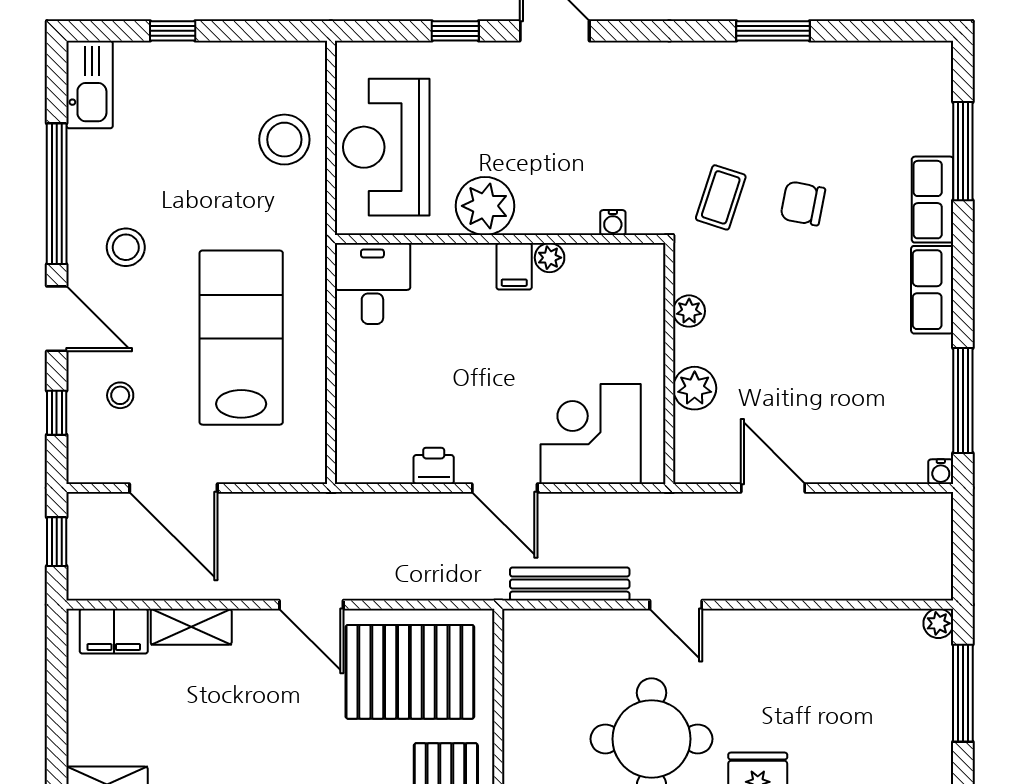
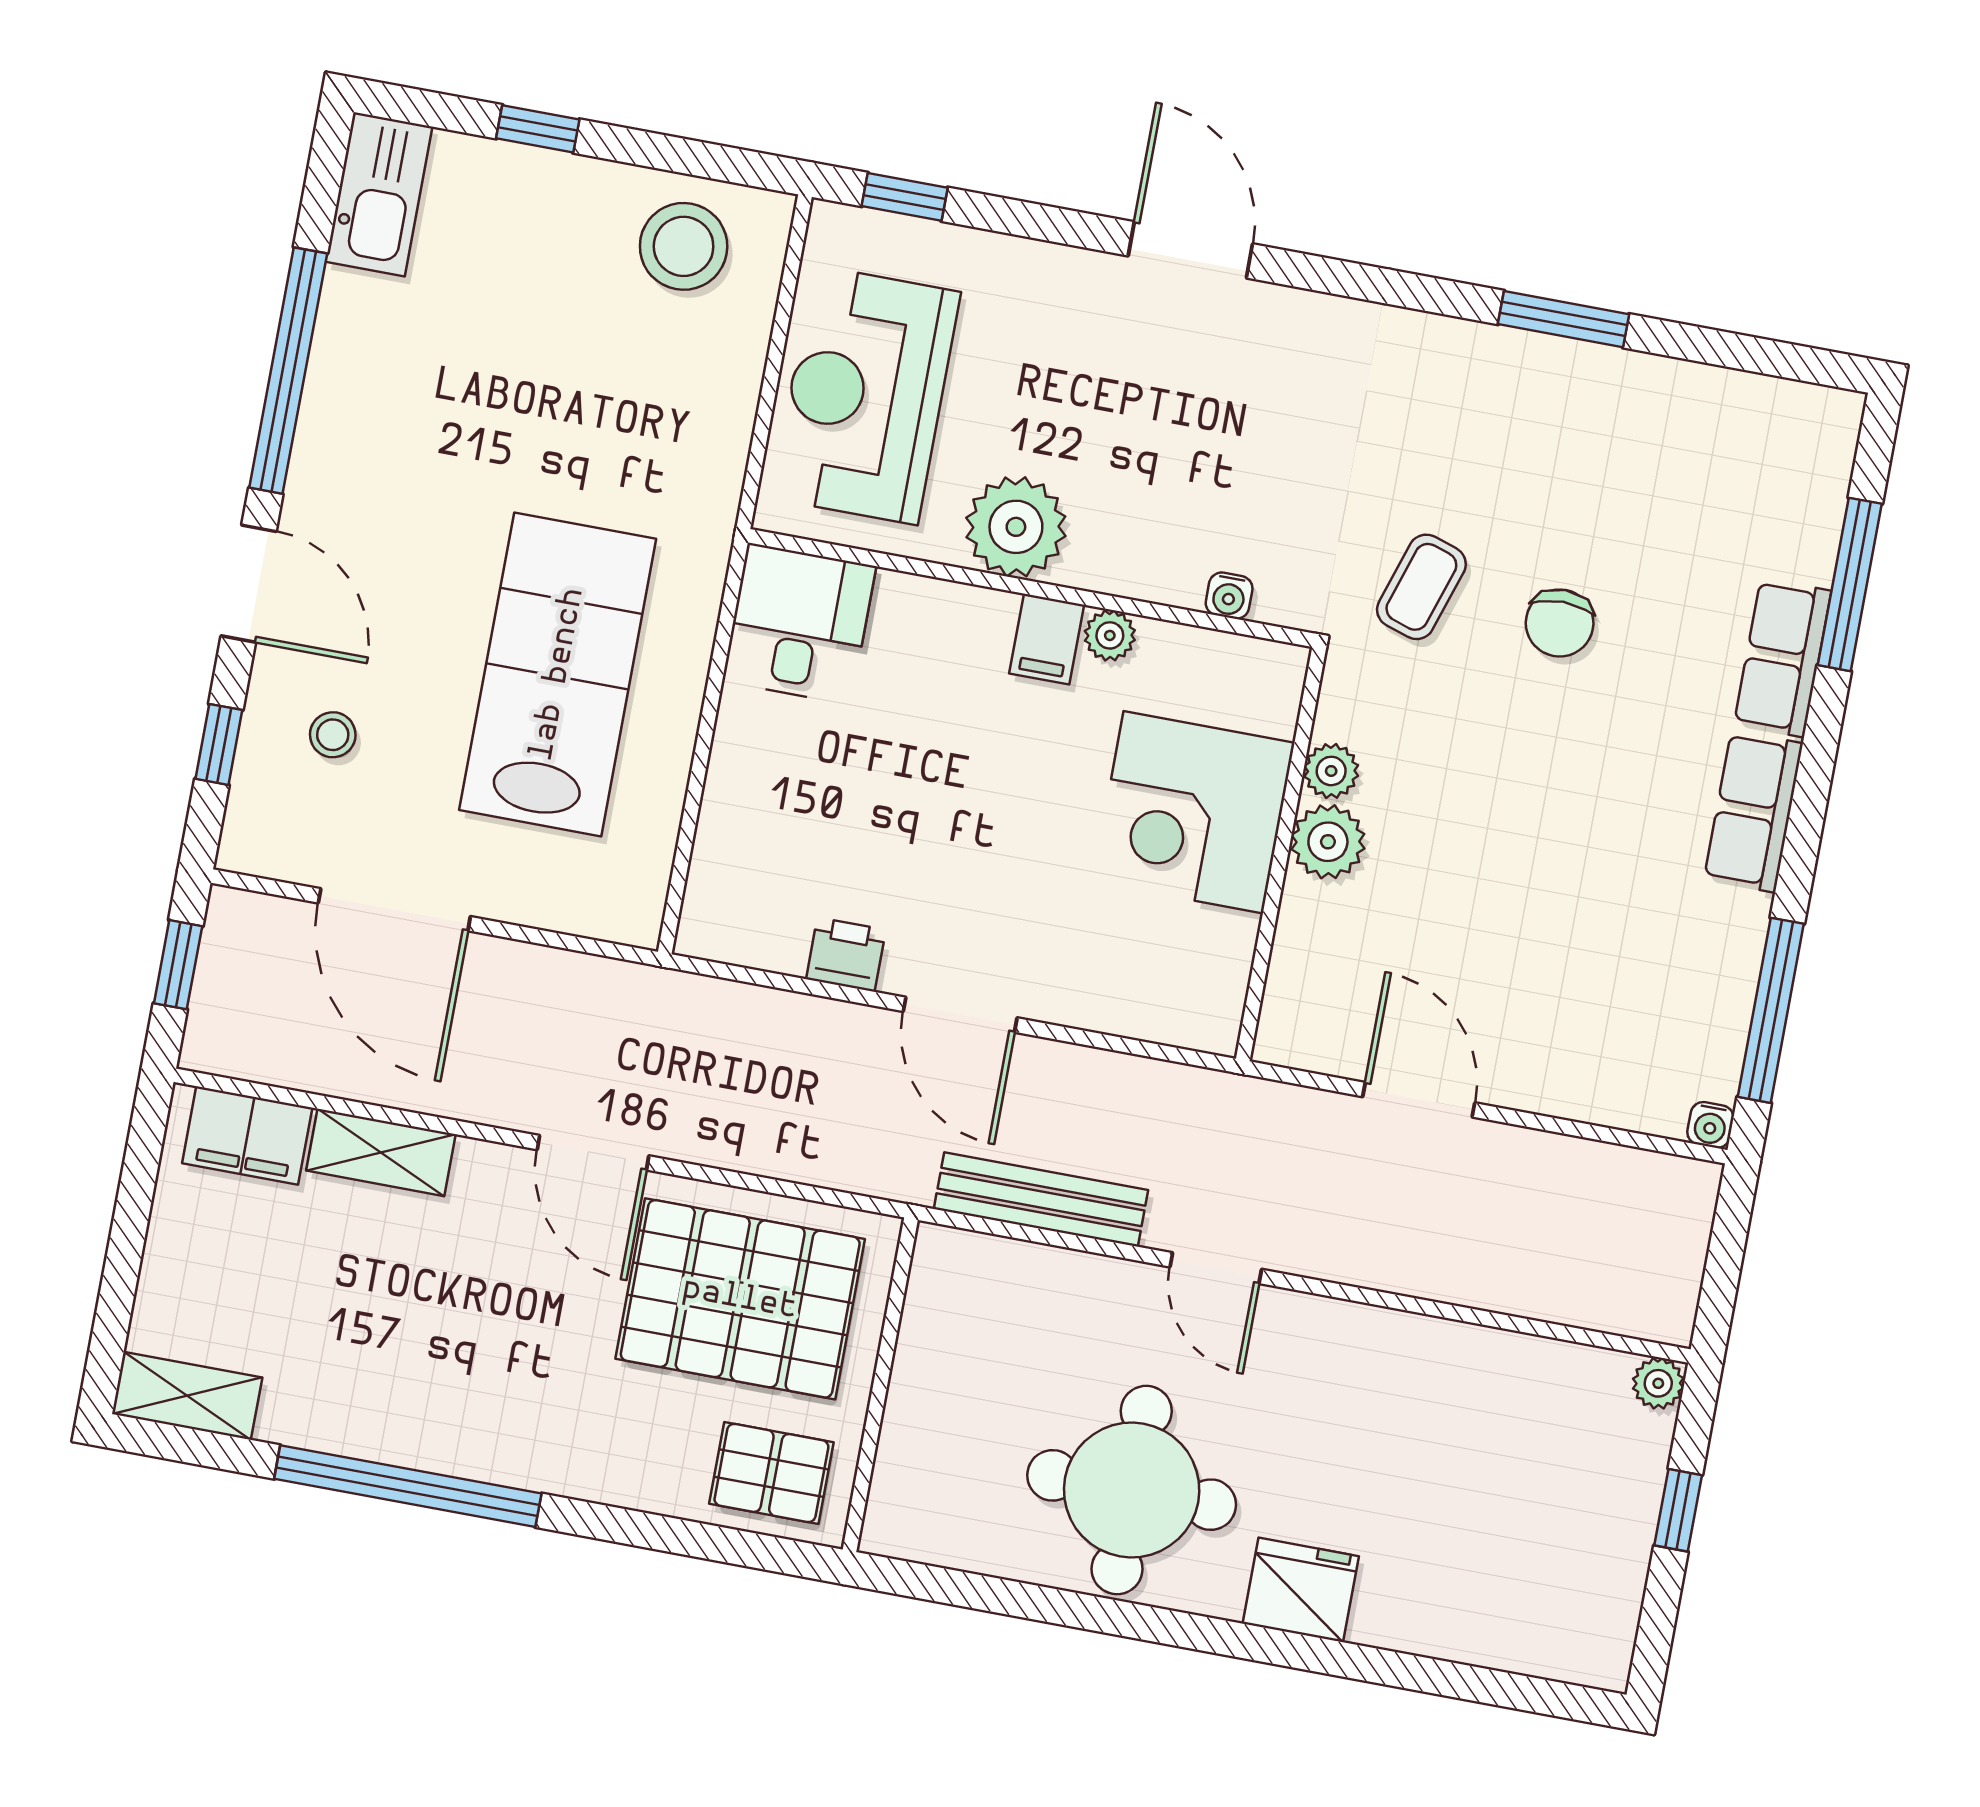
window: (455, 31) -> (905, 197), moved
stool: (284, 140) -> (684, 246), moved
chair: (803, 203) -> (1560, 623), turned -101
stool: (126, 247) -> (389, 484), removed
plant: (695, 388) -> (1328, 842), moved
corner desk: (591, 434) -> (1193, 812), moved, turned -90
window: (963, 693) -> (1678, 1510), width x0.46

